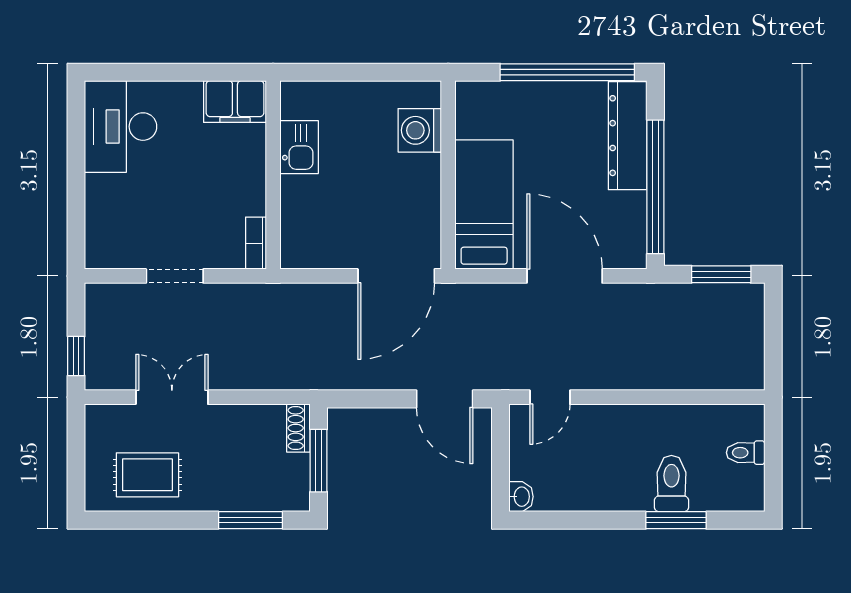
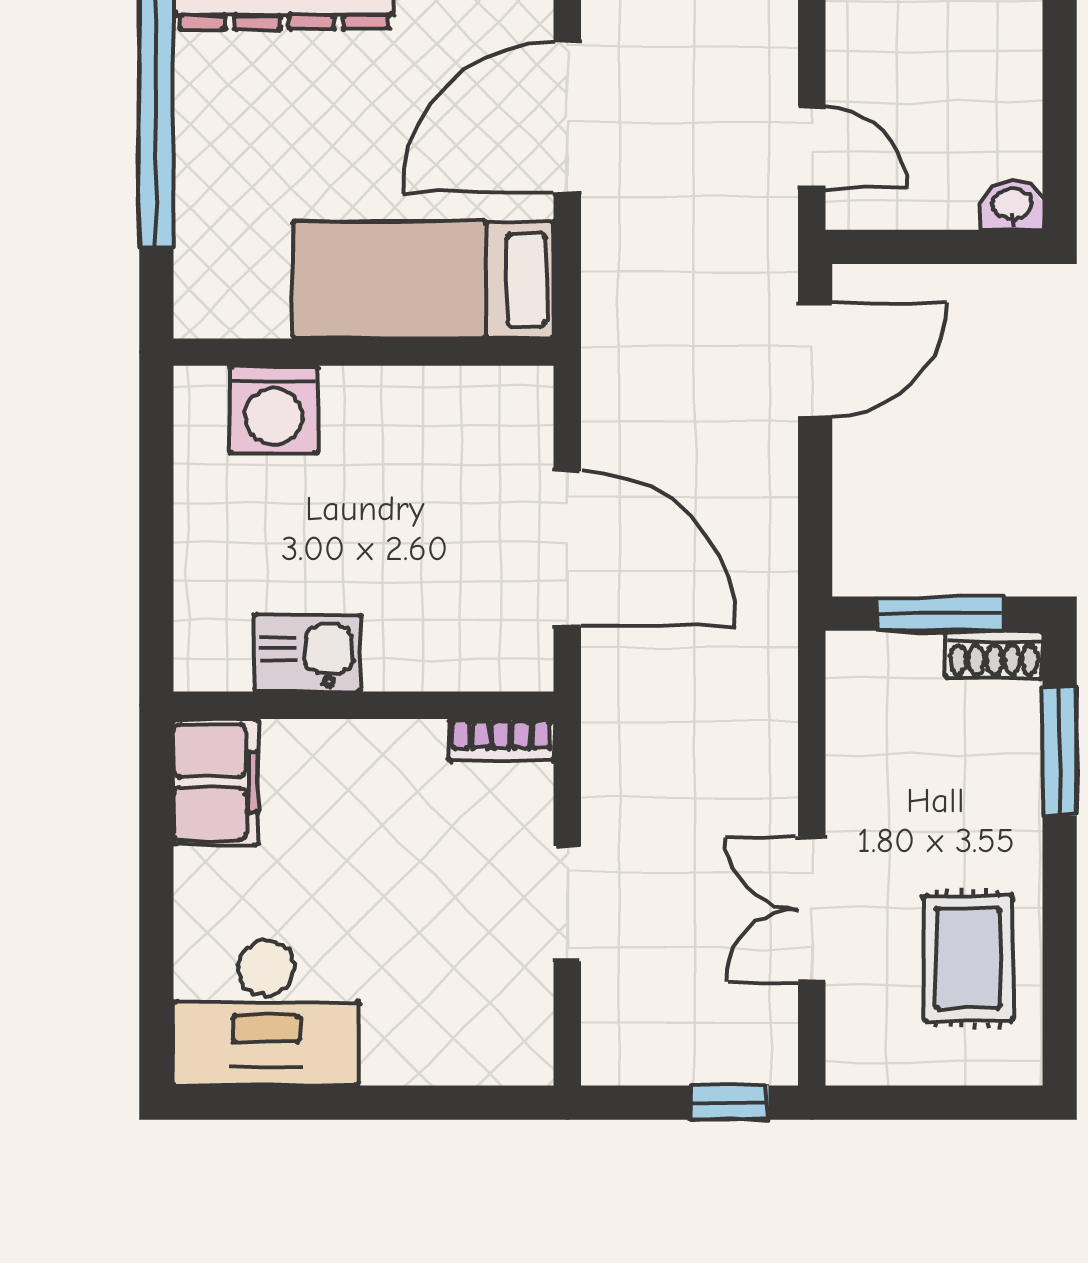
door: (396, 276) -> (567, 548), moved
shoe rack: (298, 428) -> (994, 654), moved

